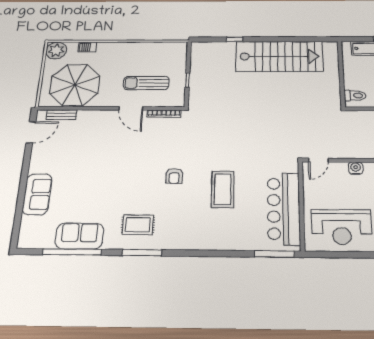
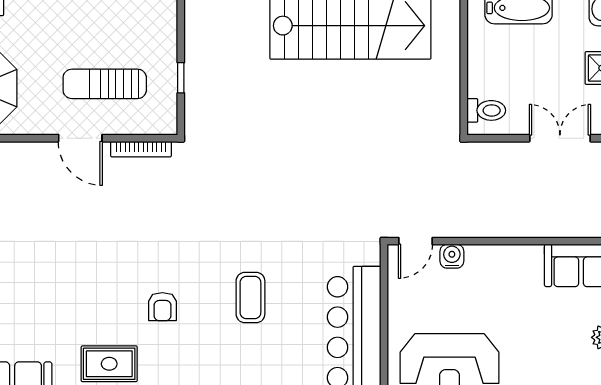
water cooler: (356, 168) -> (452, 256), moved
armchair: (174, 176) -> (162, 307), moved
coffee table: (223, 189) -> (250, 298), width x0.73, depth x0.76

